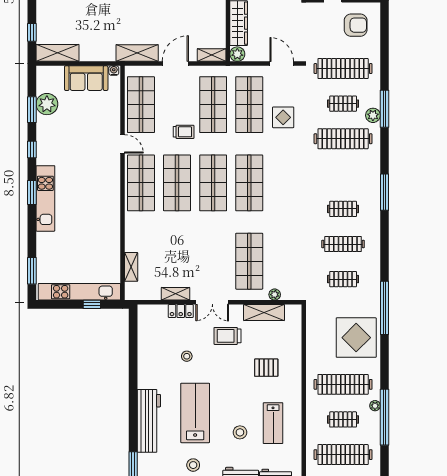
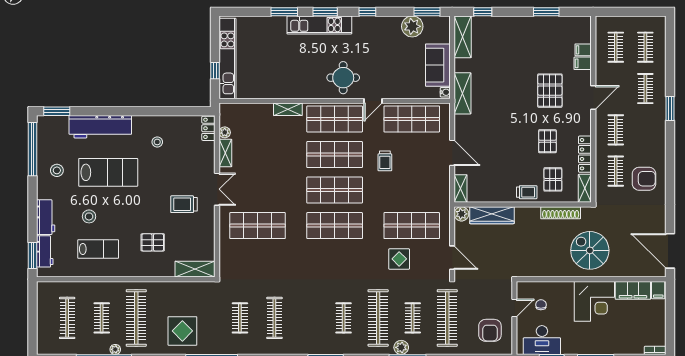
shelving: (137, 53) -> (463, 93), moved
door: (282, 64) -> (452, 258), hinge flipped
shop shelf: (213, 105) -> (412, 190), removed
window: (32, 110) -> (427, 12), moved
round table: (99, 174) -> (343, 78), added
clothes rail: (343, 209) -> (344, 318), moved
shelving: (131, 267) -> (288, 109), moved
window: (32, 271) -> (284, 12), moved
plant: (275, 295) -> (225, 132), moved
double door: (212, 302) -> (217, 189), swing flipped
locker: (181, 311) -> (208, 128), moved
shelving: (264, 313) -> (195, 269), moved, turned 90
trolley: (228, 336) -> (184, 204), turned -90
display table: (356, 338) -> (182, 331), width x0.73, depth x0.73
stool: (187, 356) -> (157, 142), moved
pallet: (266, 368) -> (153, 242), turned 90
lab bench: (273, 423) -> (98, 249), turned 180
clothes rail: (343, 455) -> (67, 318), width x0.73, depth x0.76

